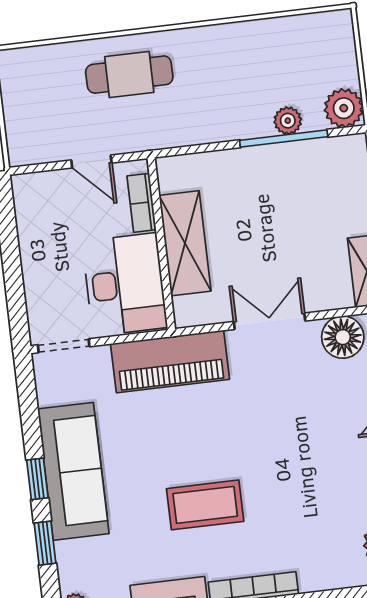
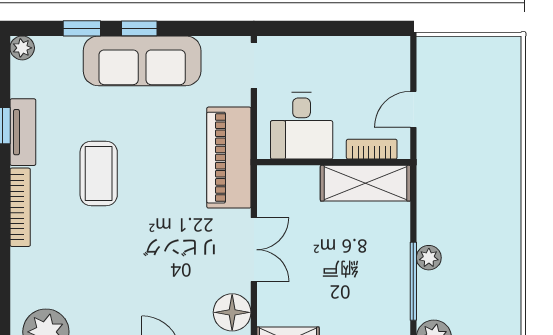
cafe table: (129, 75) -> (486, 152), removed
plant: (288, 121) -> (429, 258), moved
shelving: (185, 243) -> (365, 183), moved
desk: (125, 284) -> (302, 126), width x0.73

